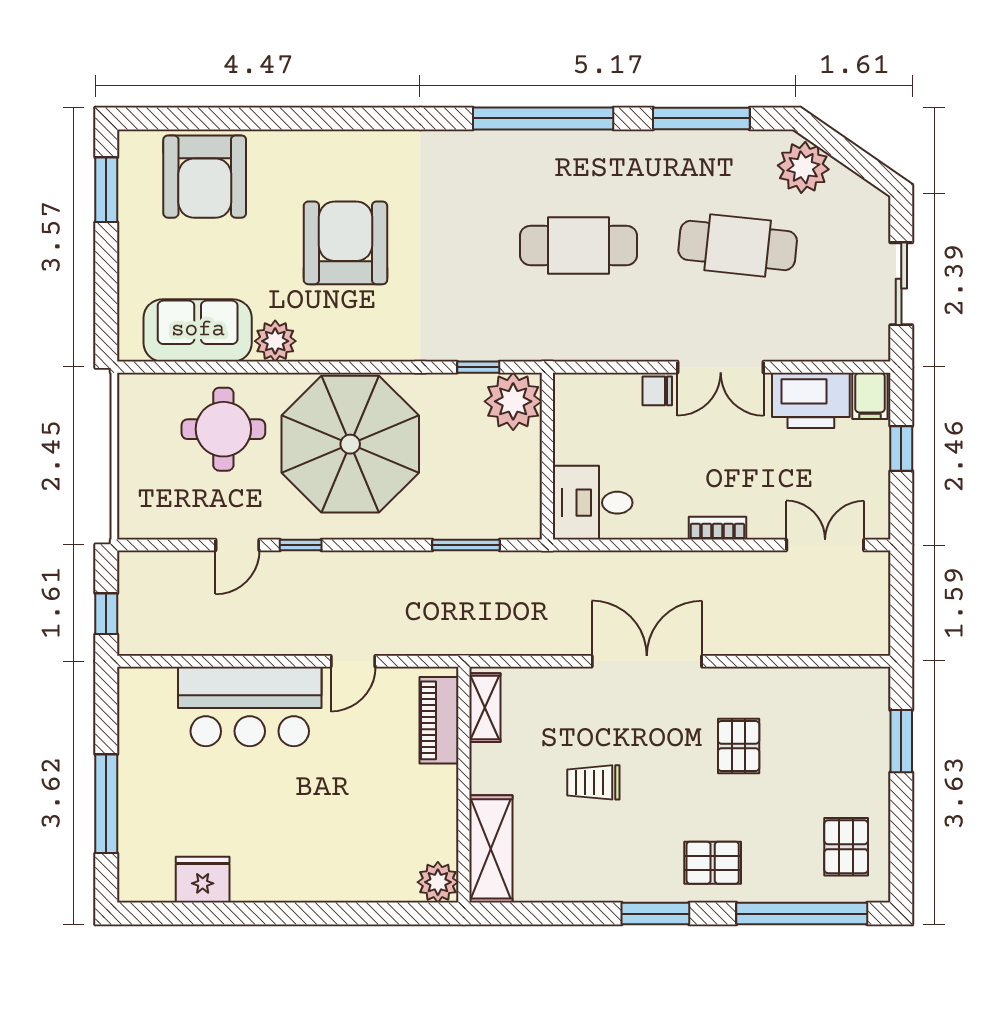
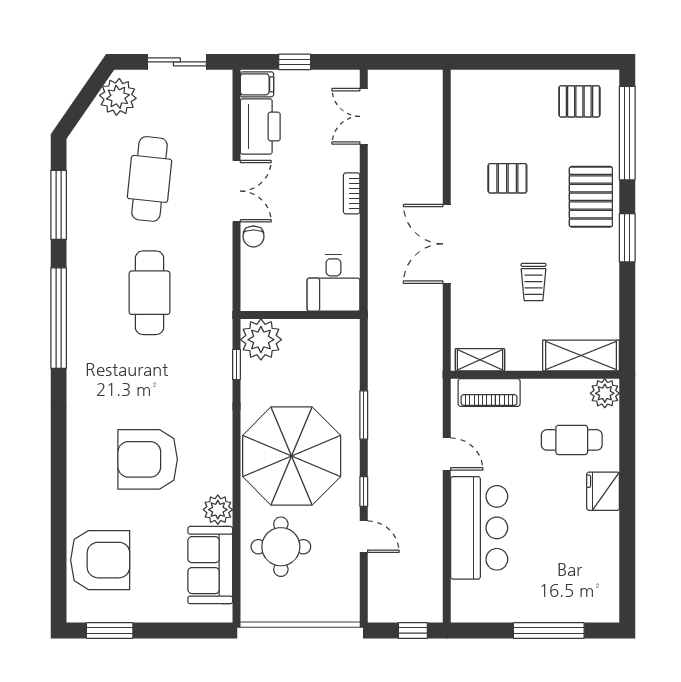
plant: (803, 167) -> (118, 97), moved
window: (466, 545) -> (364, 415), moved
window: (901, 741) -> (504, 62), removed
cafe table: (373, 836) -> (572, 440), added
pallet: (713, 863) -> (591, 197), width x1.50, depth x1.42
fridge: (203, 880) -> (603, 491), moved

